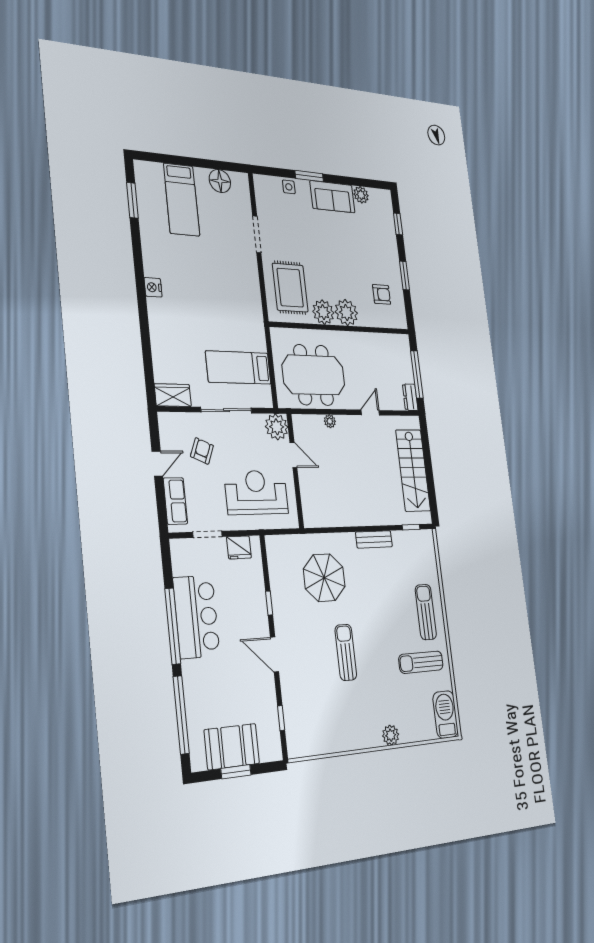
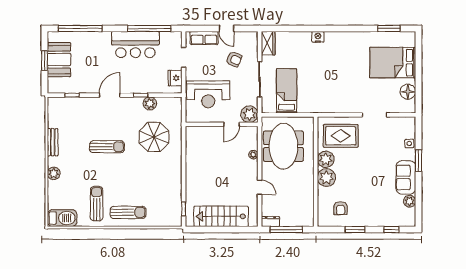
bed: (182, 200) -> (393, 63), width x1.50
nightstand: (153, 287) -> (318, 37), moved
reception desk: (256, 492) -> (208, 94), turned 90
bench: (374, 539) -> (53, 142), moved
plant: (279, 587) -> (150, 103), added
window: (173, 626) -> (149, 28), moved

